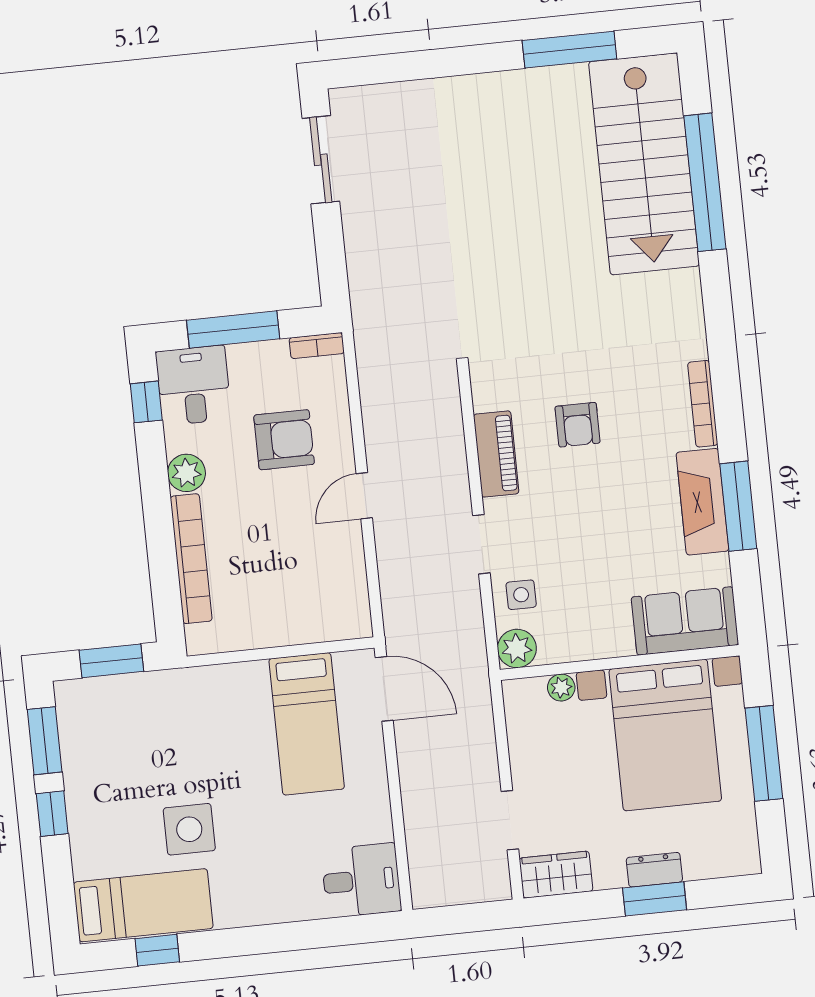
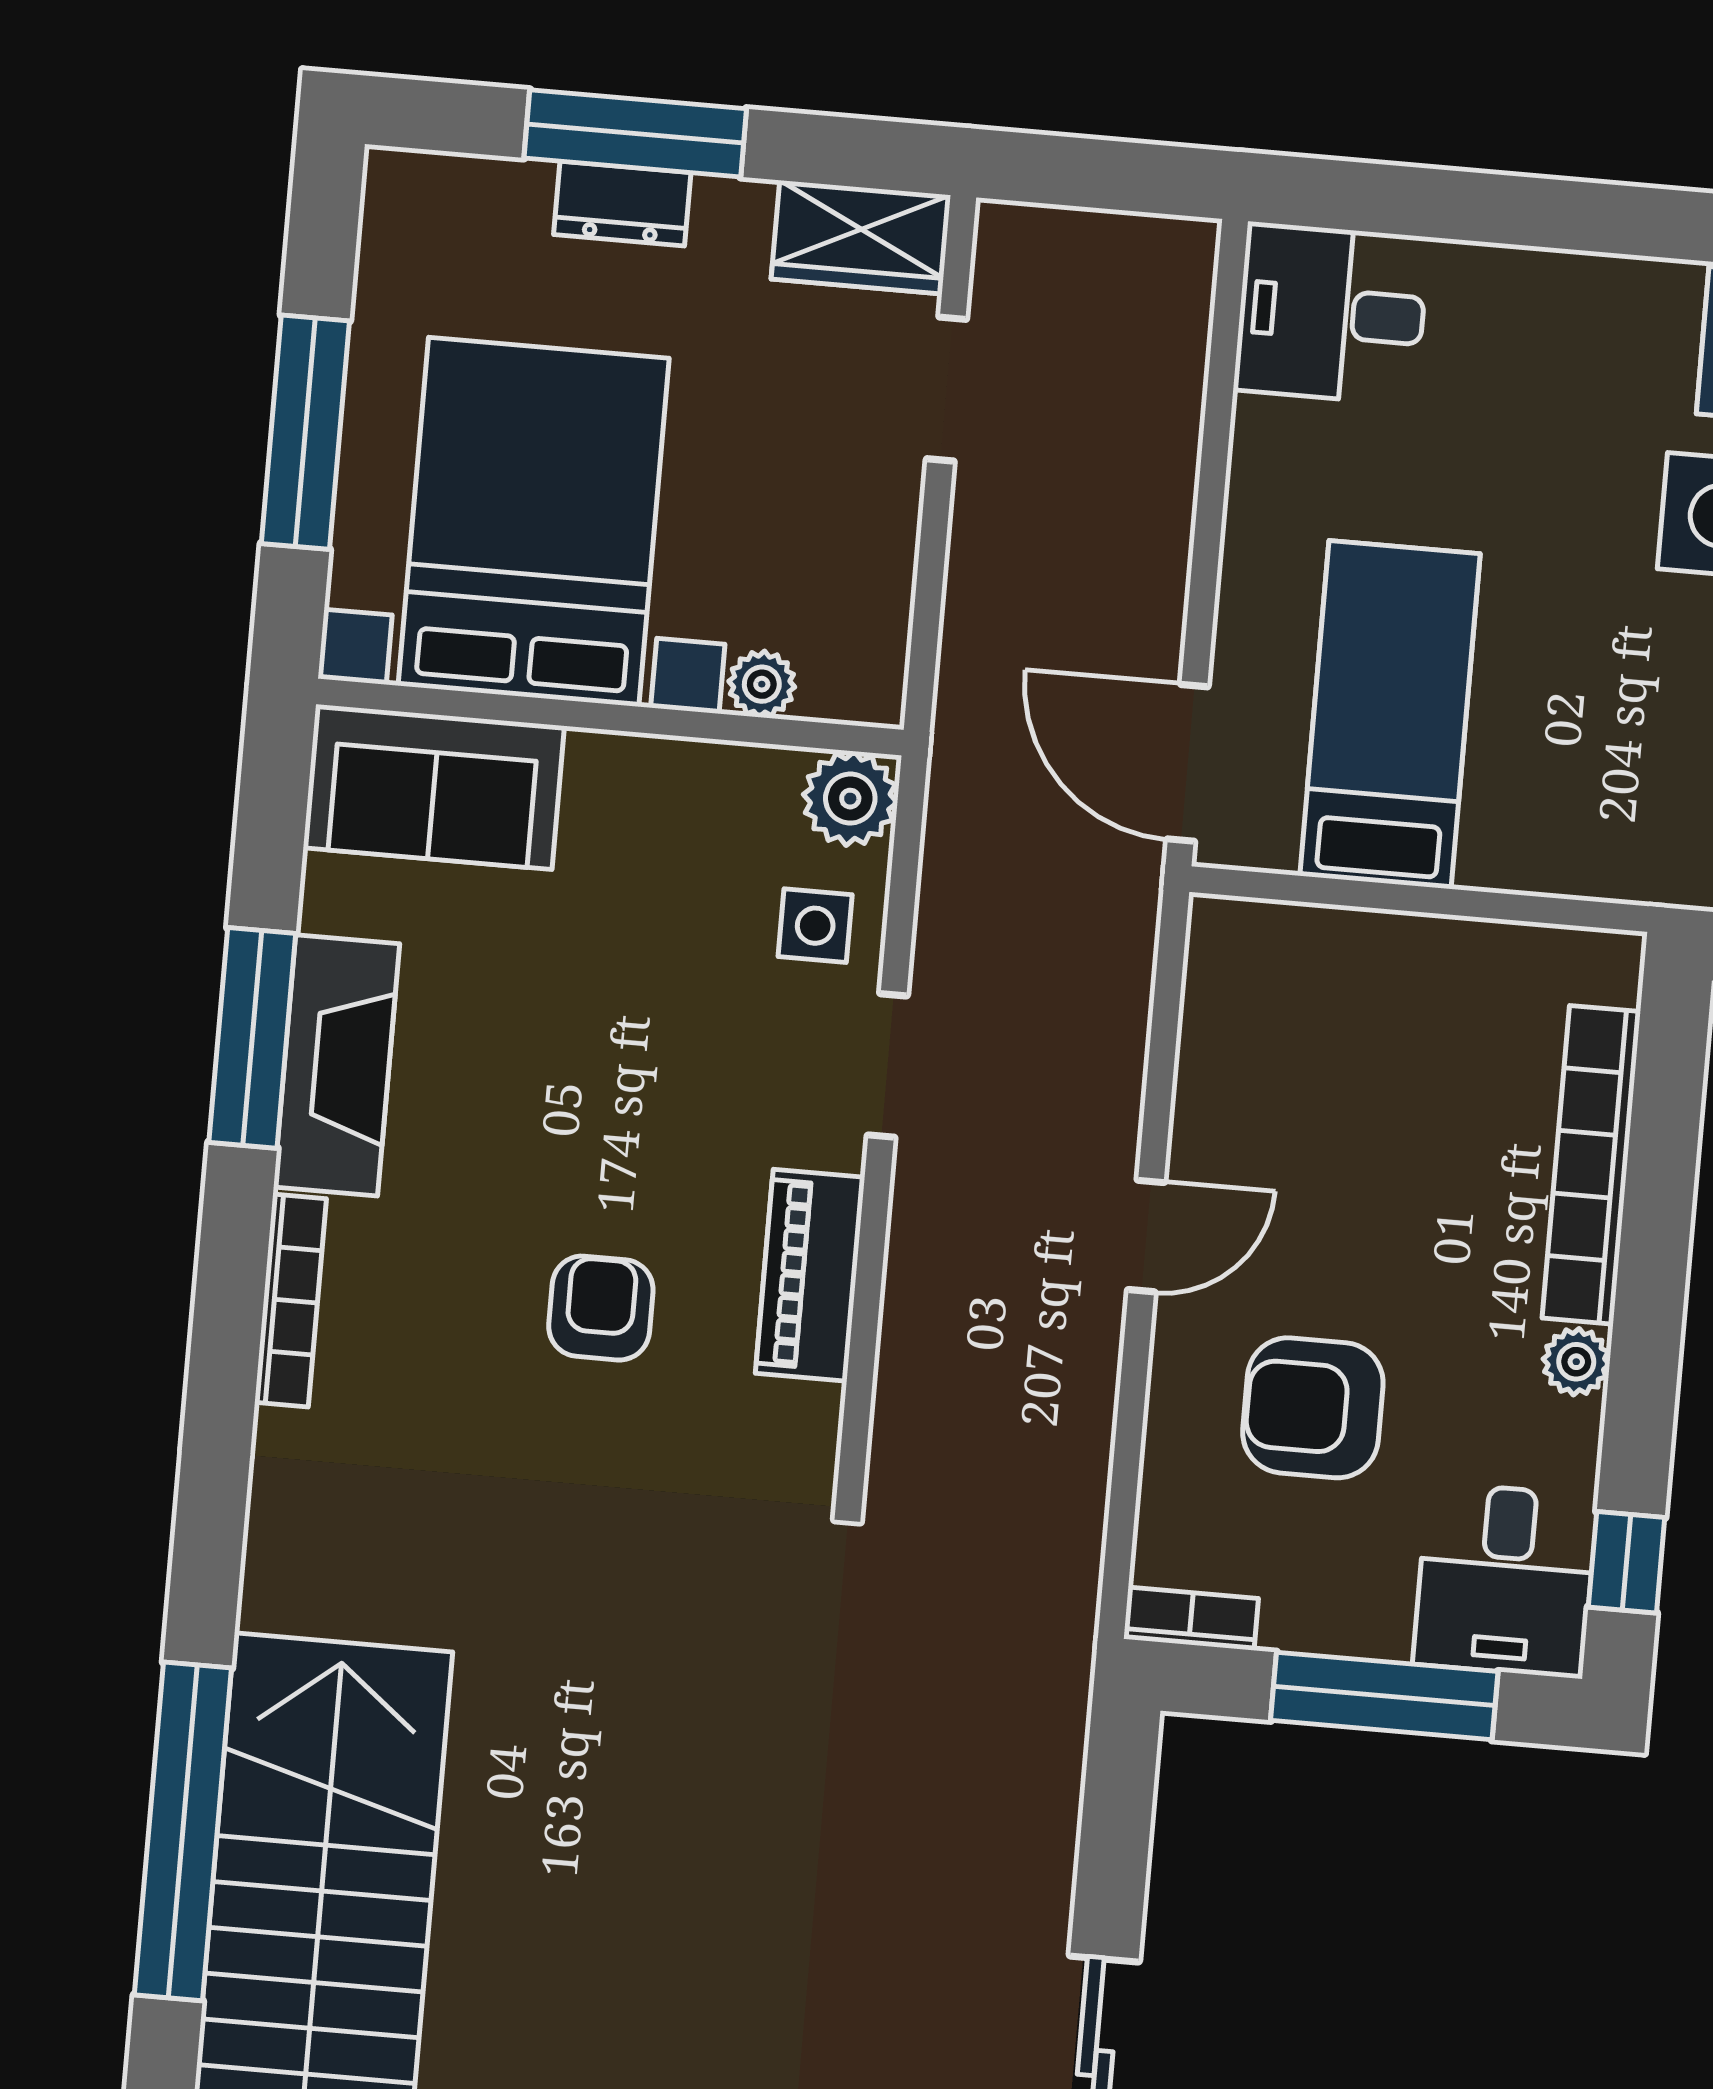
plant: (186, 473) -> (1576, 1362), width x0.73, depth x0.73
window: (655, 899) -> (635, 133), width x1.44

